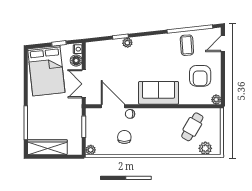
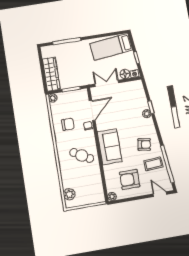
armchair: (163, 52) -> (144, 144), added
bed: (46, 71) -> (111, 47), width x0.67
cafe table: (192, 127) -> (82, 155), moved
wardrobe: (47, 147) -> (51, 74), moved

